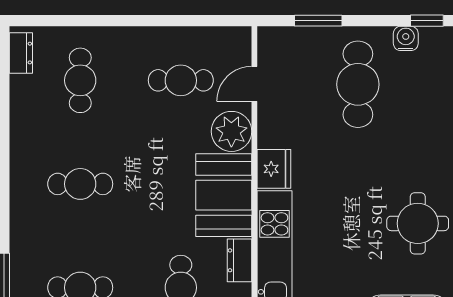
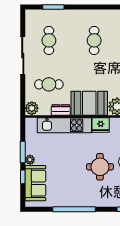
round table: (418, 223) -> (100, 167), moved

